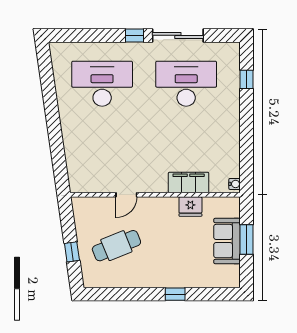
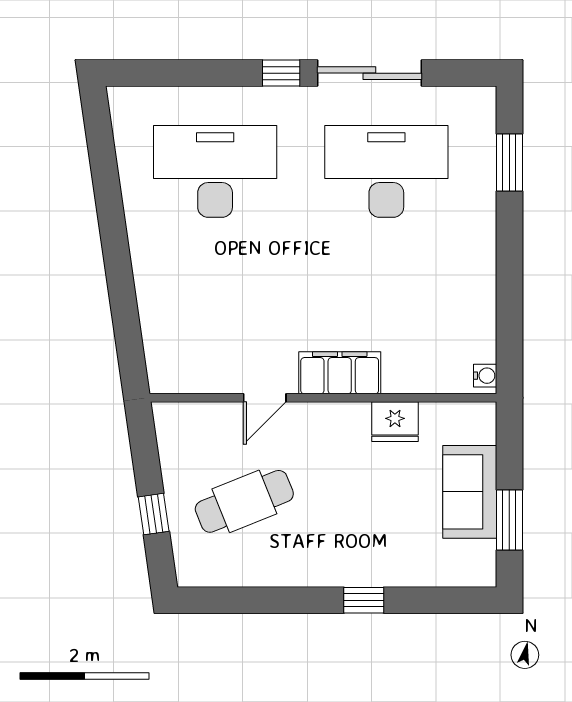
window: (247, 79) -> (509, 162), width x1.50
filing cabinet: (189, 183) -> (340, 373), moved
window: (247, 240) -> (509, 520), moved

